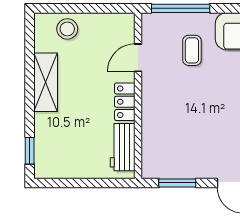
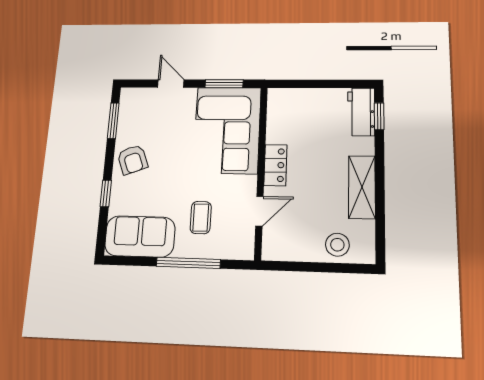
window: (181, 8) -> (188, 263), moved
corner sofa: (172, 136) -> (227, 130), added
workbench: (123, 147) -> (361, 112), moved, turned 180

